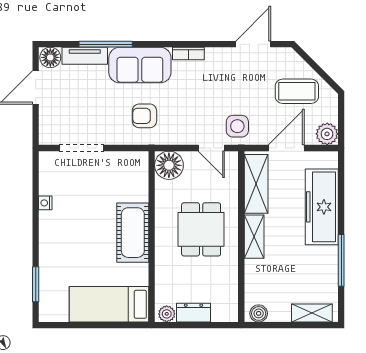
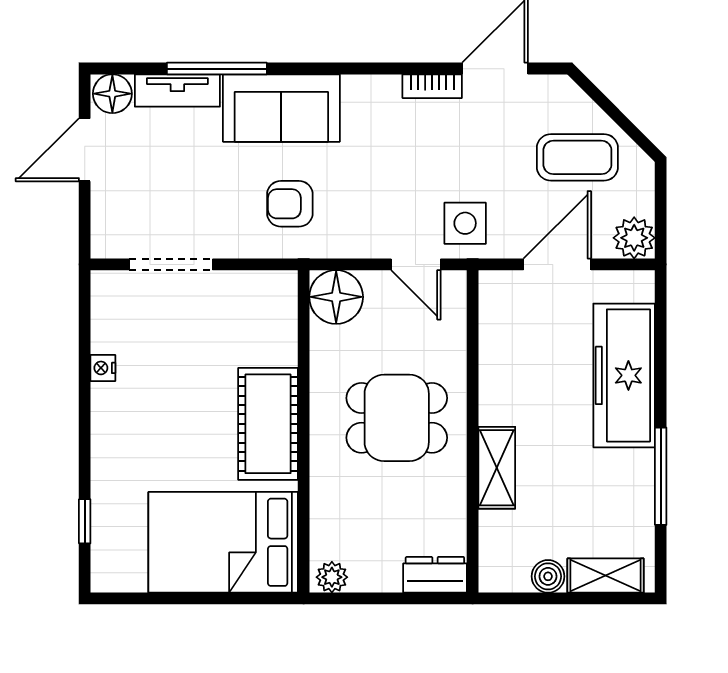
bookcase: (188, 53) -> (432, 86), moved
shelving: (256, 184) -> (501, 332), removed
dining table: (201, 229) -> (397, 418), turned 90
shelving: (254, 237) -> (497, 468), moved
window: (36, 284) -> (85, 521), width x0.67
bed: (109, 304) -> (223, 542), width x1.50
dresser: (193, 313) -> (435, 575), moved
boiler: (259, 313) -> (548, 576), moved

